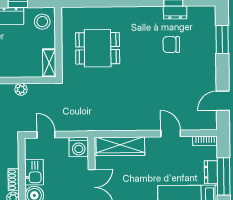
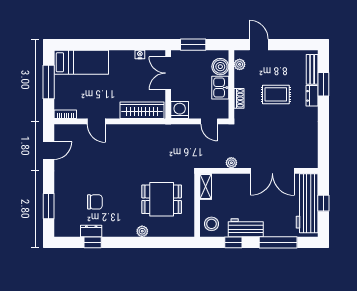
plant: (119, 13) -> (142, 231), added
dresser: (211, 172) -> (60, 86), removed
shoe rack: (14, 180) -> (239, 98), moved

